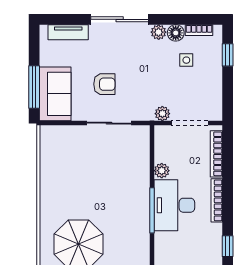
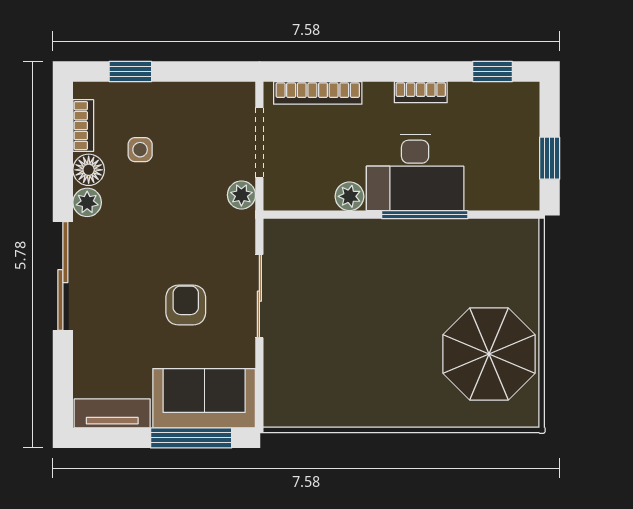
tv unit: (68, 32) -> (112, 413), moved, turned -90
bookcase: (217, 200) -> (421, 92), width x0.64

